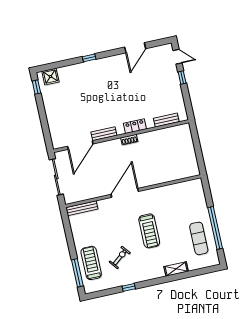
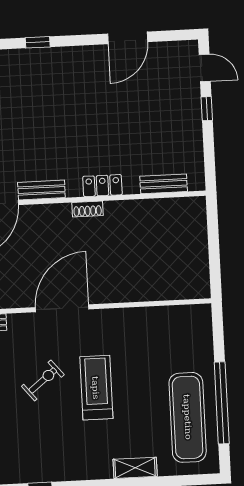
treadmill: (149, 231) -> (96, 388), turned 180
exercise mat: (199, 238) -> (188, 417), width x1.36, depth x1.45
exercise bike: (120, 257) -> (43, 380), moved

